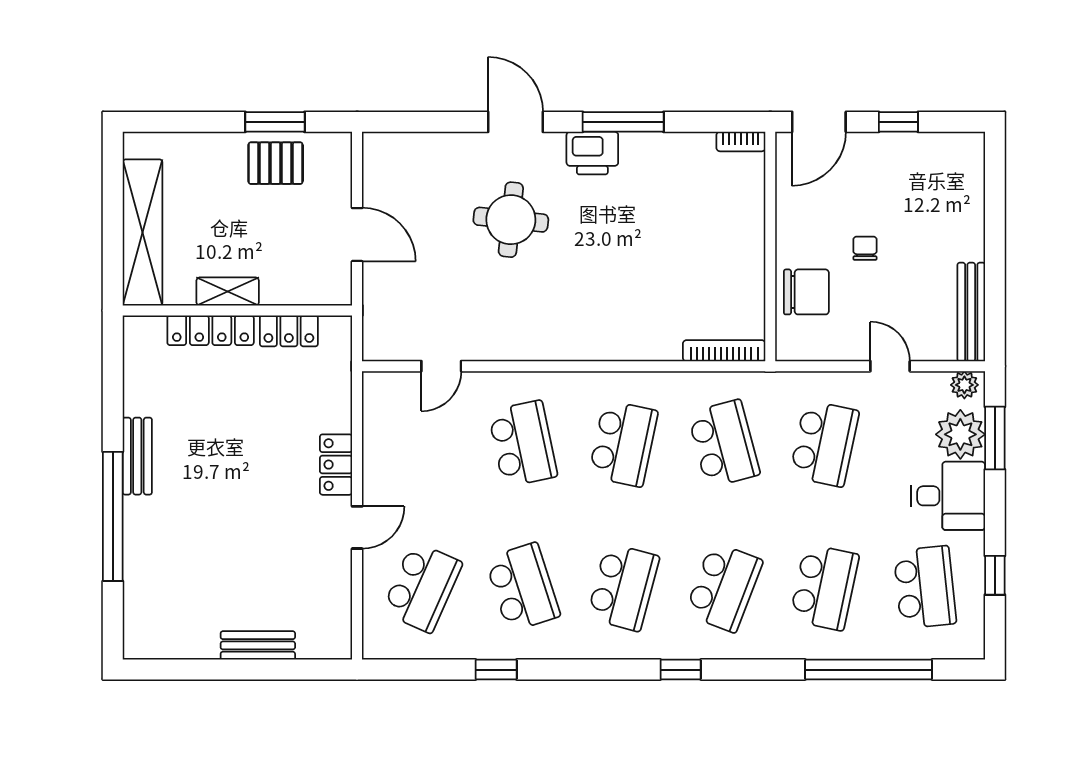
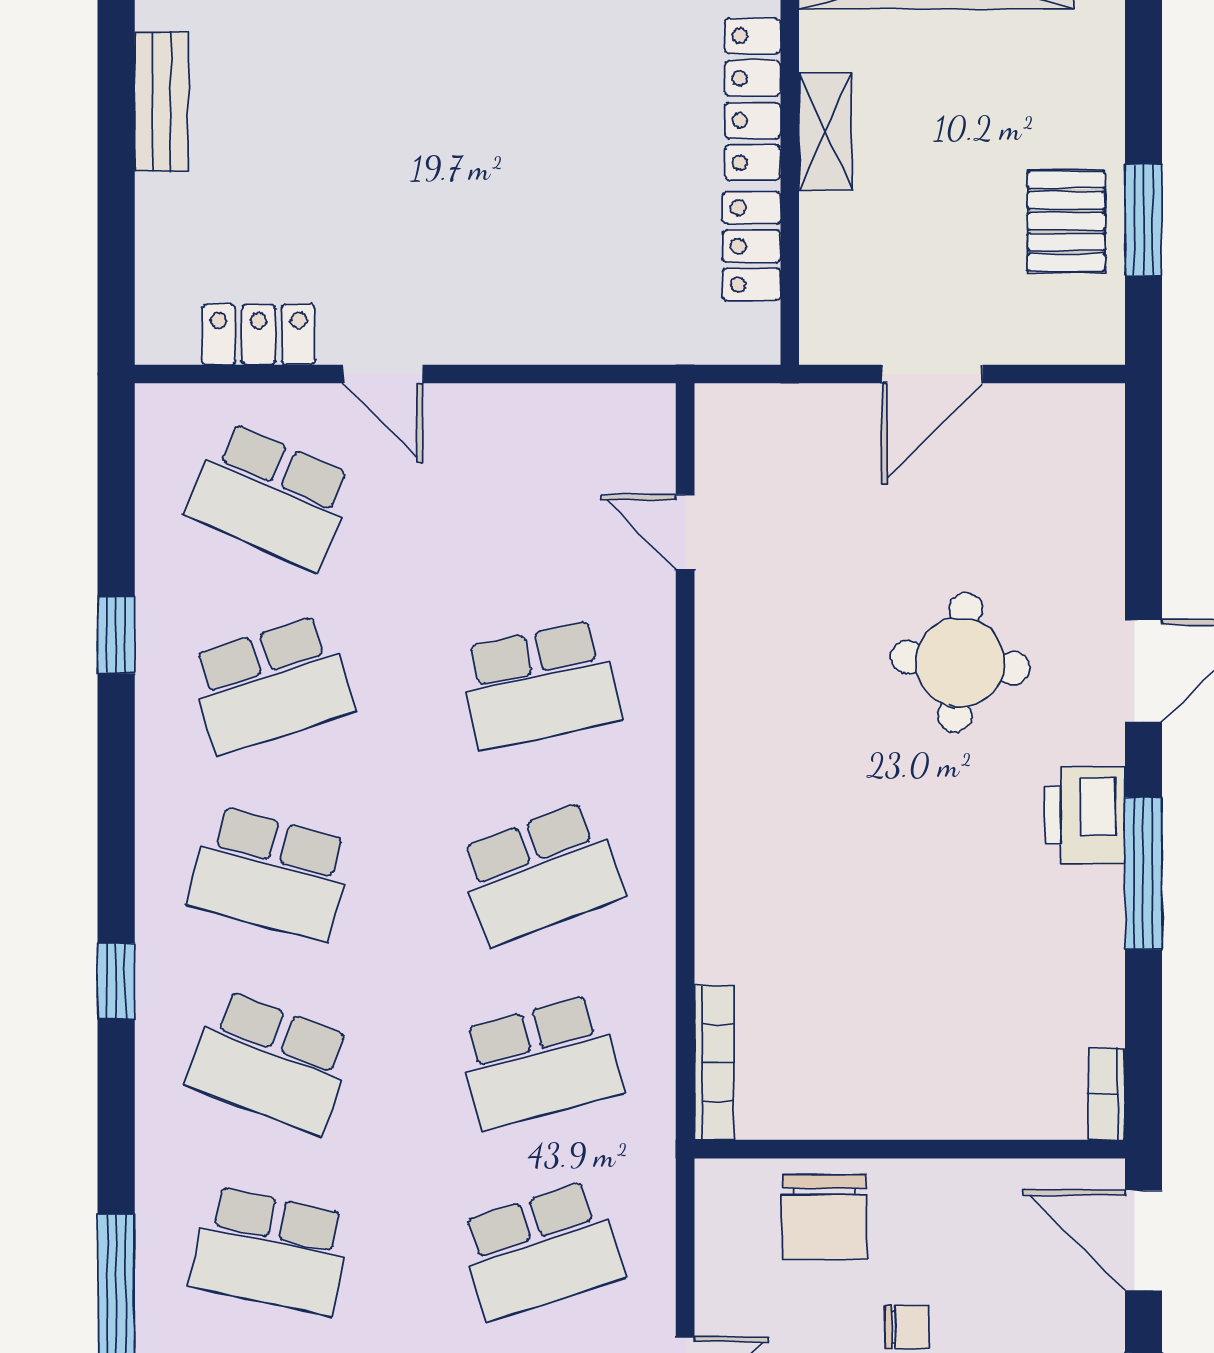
school desk: (623, 444) -> (540, 873), turned -33
school desk: (824, 444) -> (540, 1251), turned -30
locker: (336, 465) -> (258, 335), moved
bench: (258, 645) -> (161, 102), moved

